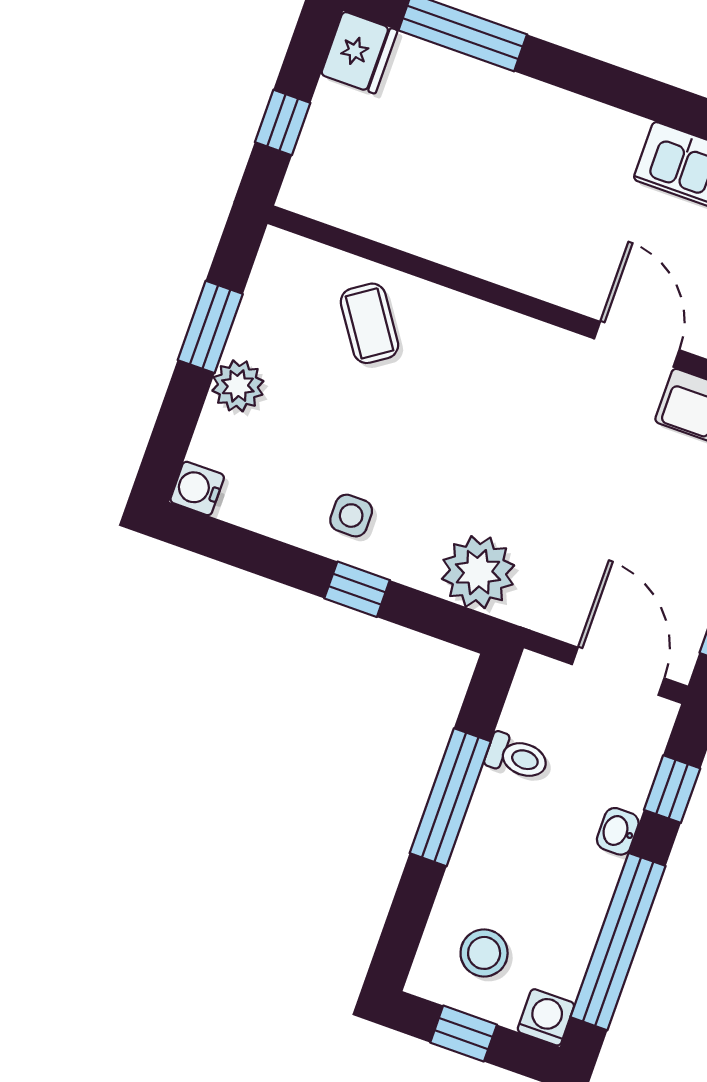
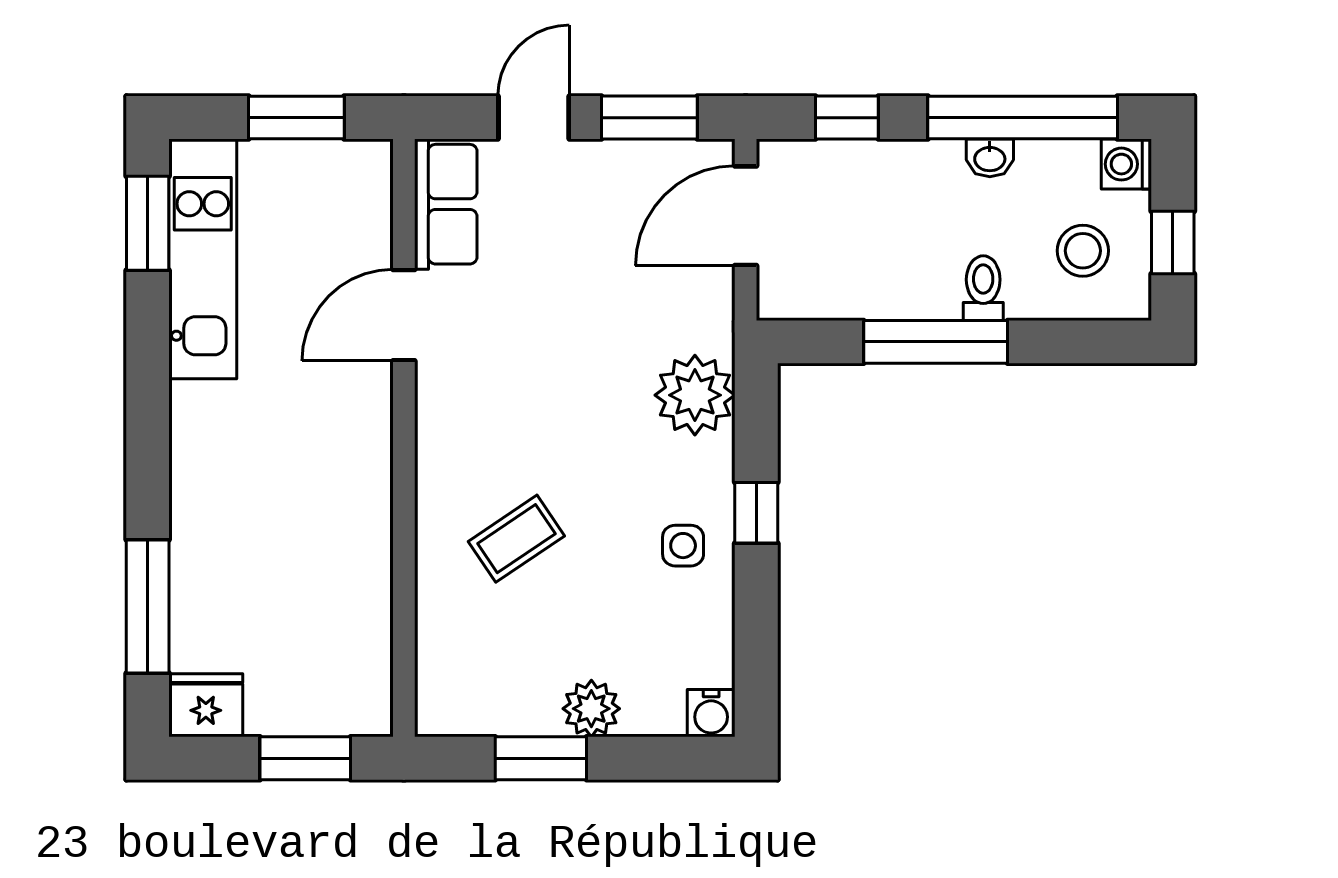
window: (283, 122) -> (305, 758), width x1.50
coffee table: (369, 323) -> (516, 539), moved
toilet: (517, 757) -> (983, 288), moved
washbasin: (618, 831) -> (990, 158), moved

